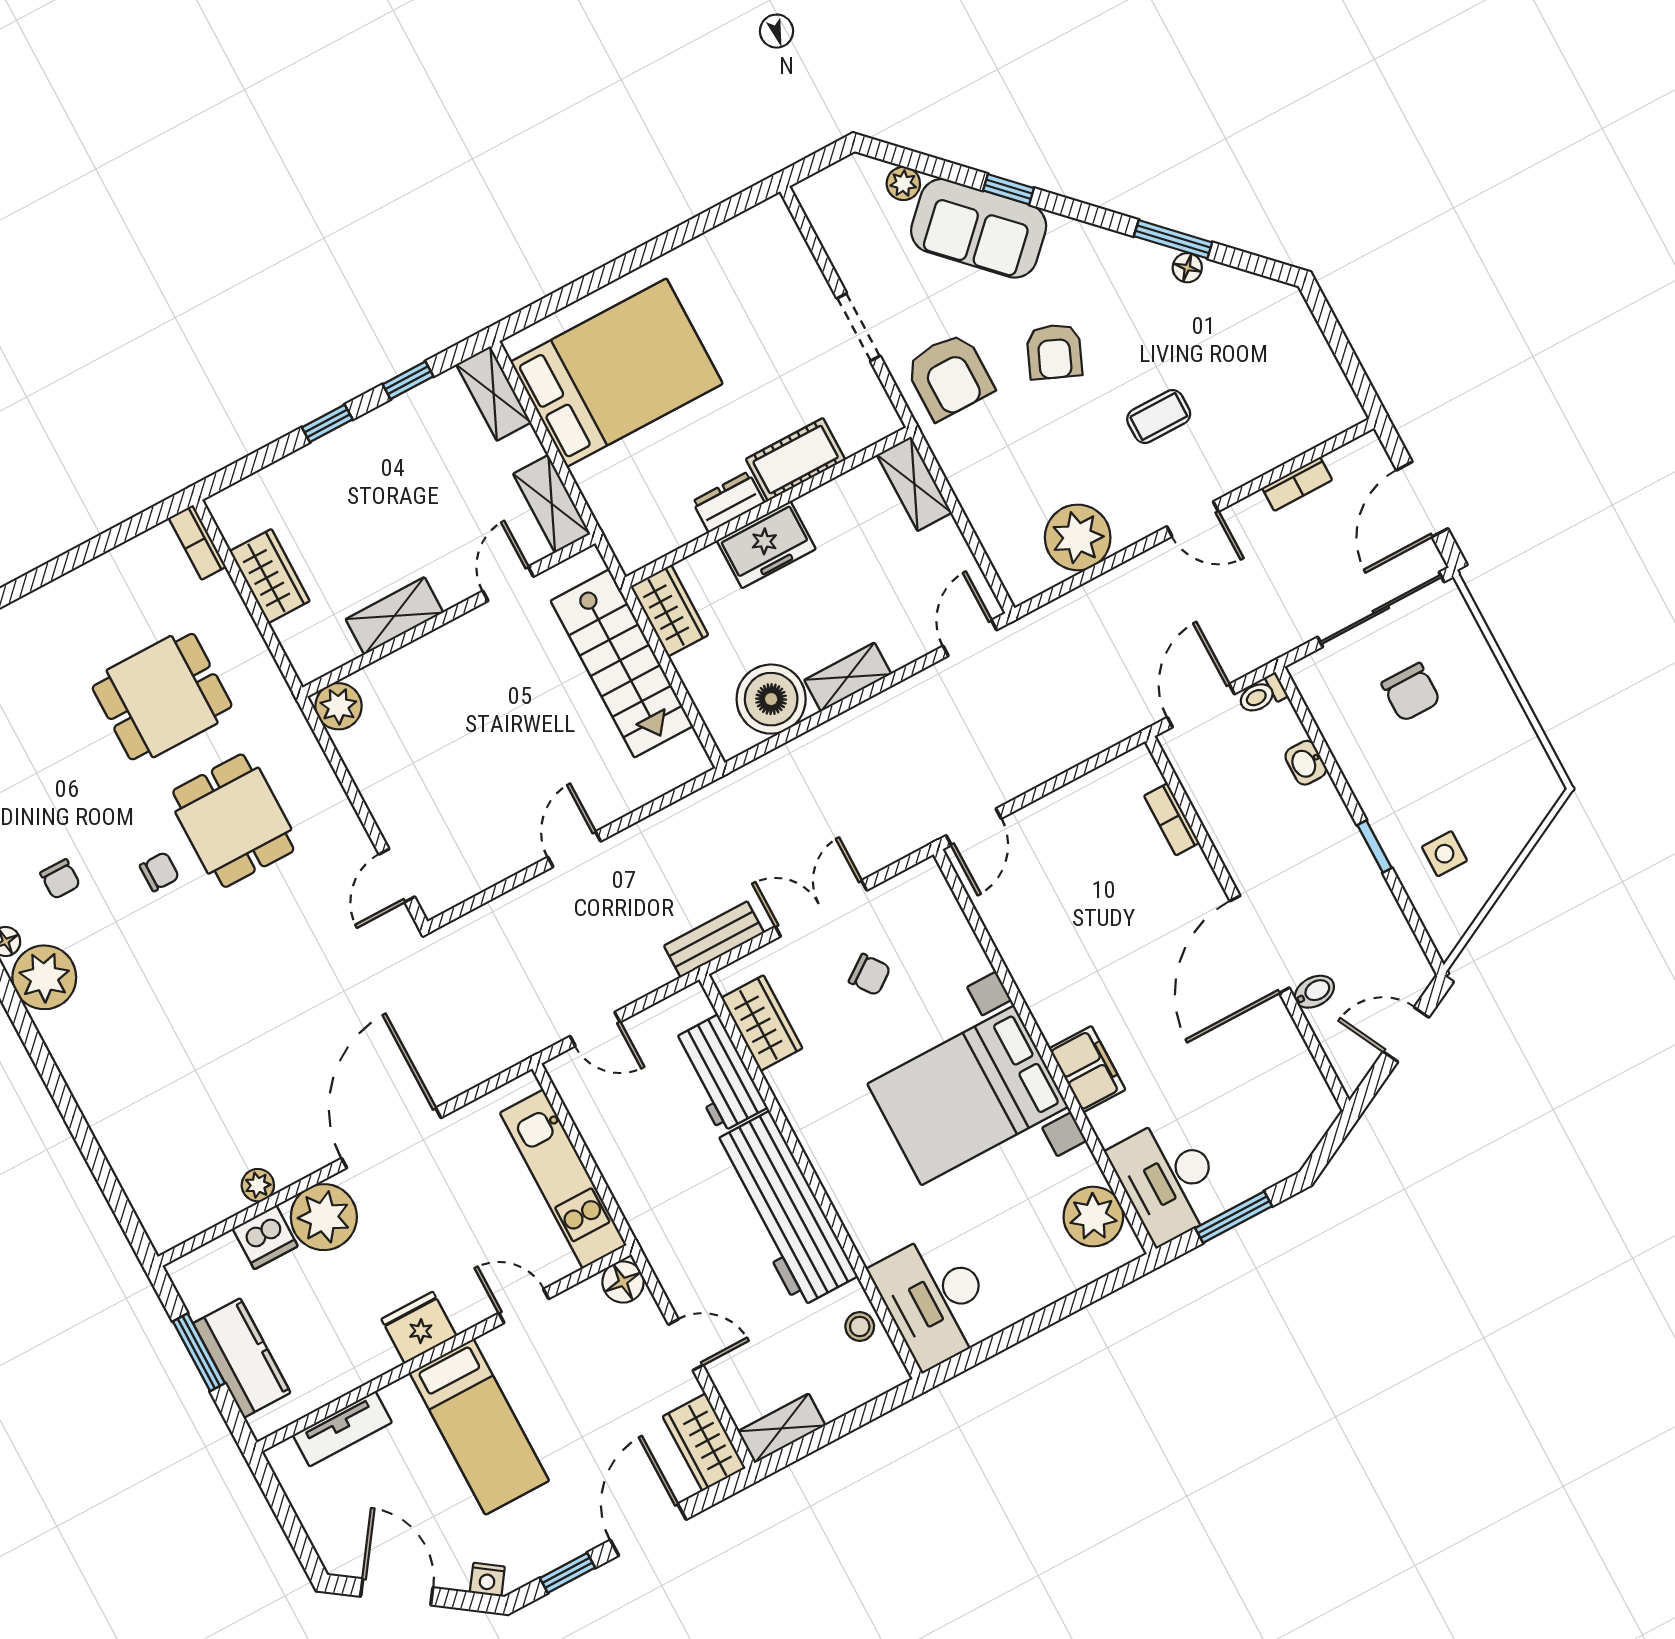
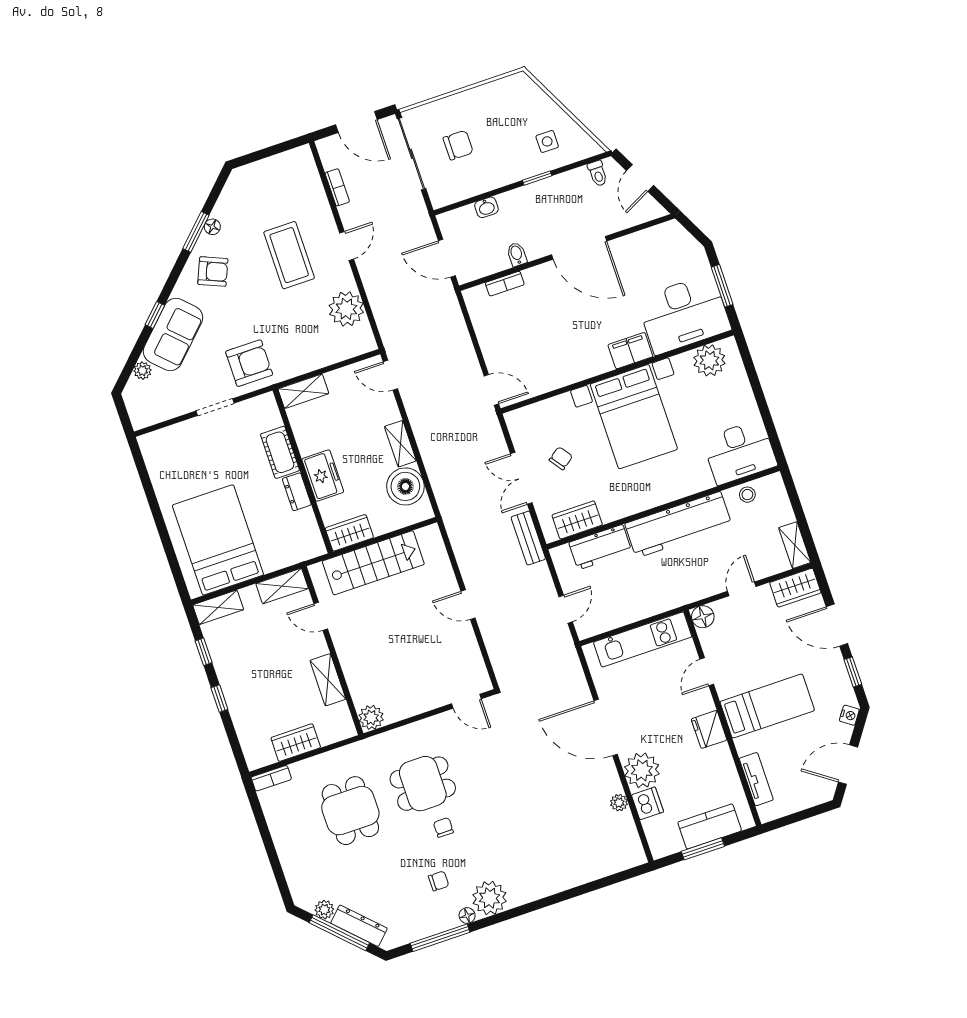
armchair: (1054, 352) -> (213, 271), moved
coffee table: (1159, 416) -> (289, 255), width x1.86, depth x1.72
toilet: (1262, 695) -> (598, 173), moved
bidet: (1314, 992) -> (517, 254), moved
desk: (1168, 1180) -> (684, 314), width x1.36, depth x1.30

